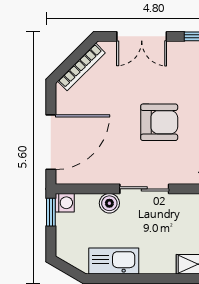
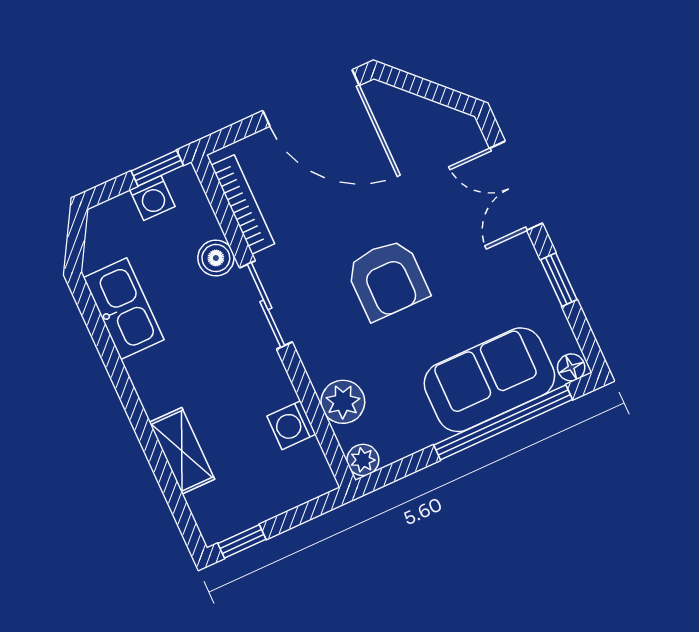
bookcase: (81, 67) -> (243, 204), moved, turned -135
door: (51, 142) -> (311, 98), moved
washing machine: (65, 203) -> (152, 198), moved

